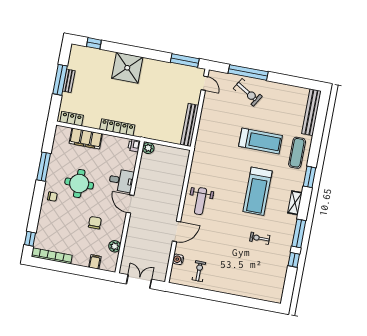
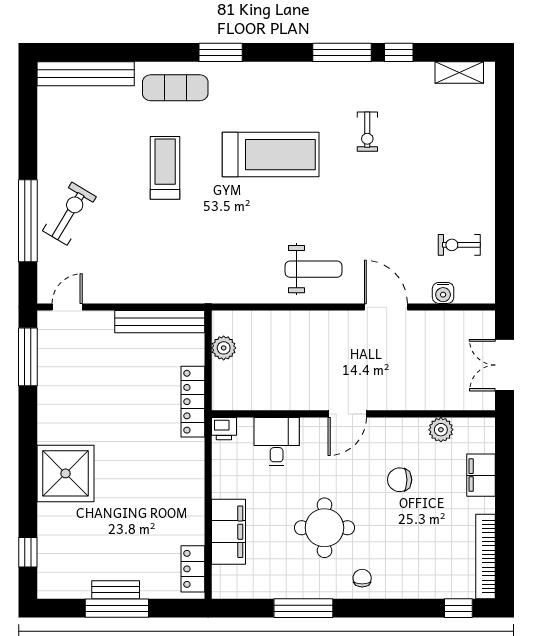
locker: (117, 127) -> (193, 402), moved
treadmill: (261, 141) -> (165, 168), width x0.73, depth x0.73
plant: (148, 148) -> (224, 348), moved
desk: (121, 180) -> (277, 442), moved
shelving: (295, 203) -> (459, 73), moved
filing cabinet: (95, 262) -> (481, 475), width x2.00

